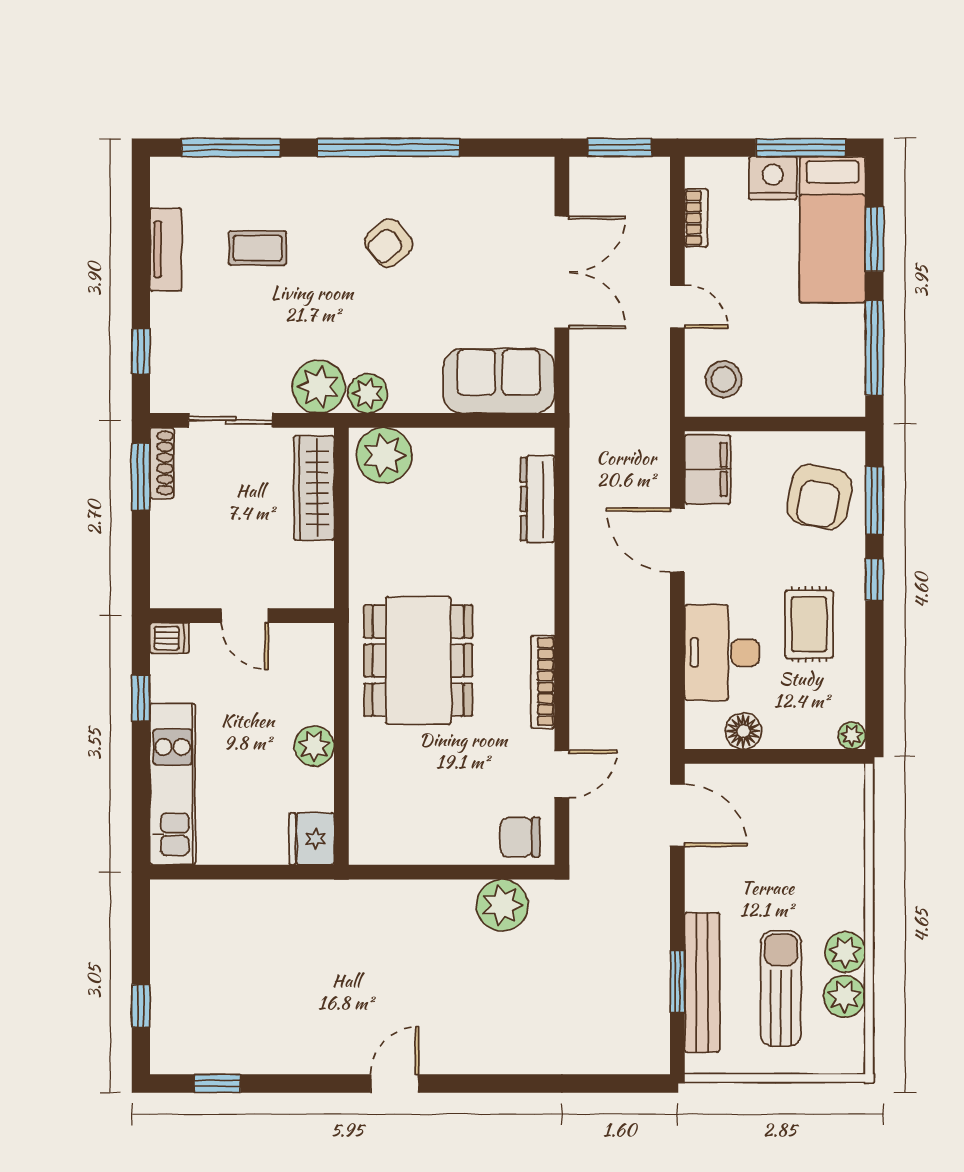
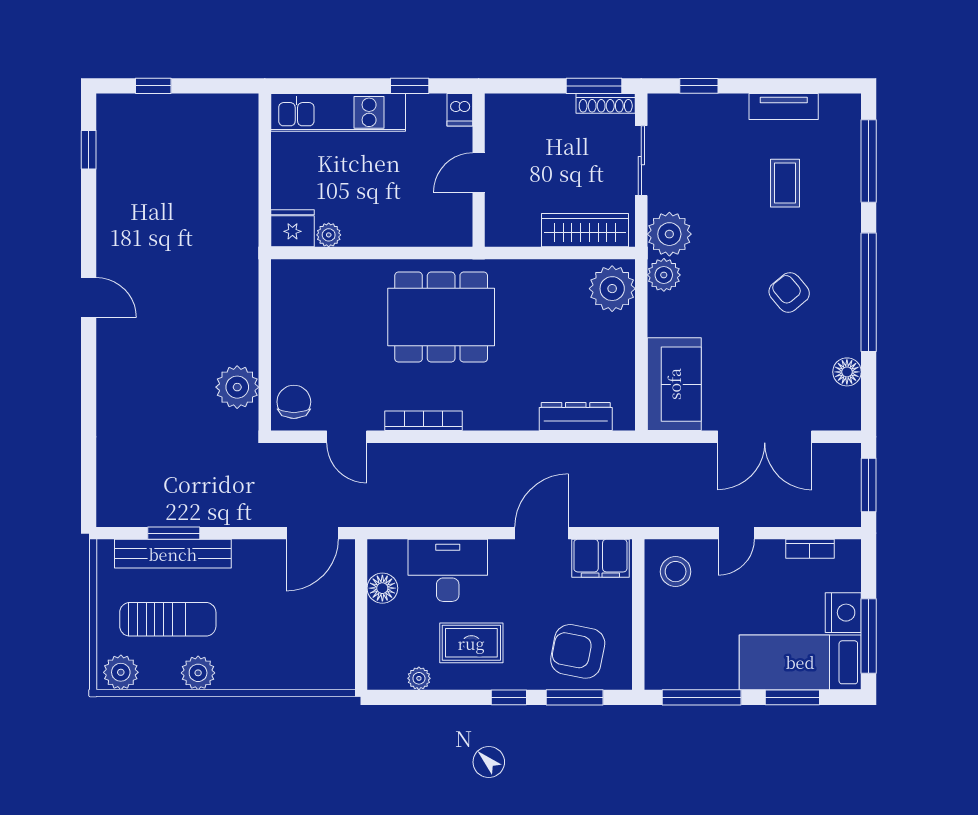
floor lamp: (484, 174) -> (847, 372), added
plant: (852, 736) -> (419, 678), moved
plant: (314, 746) -> (329, 235), moved, width x0.73, depth x0.73
plant: (844, 996) -> (121, 672), moved

